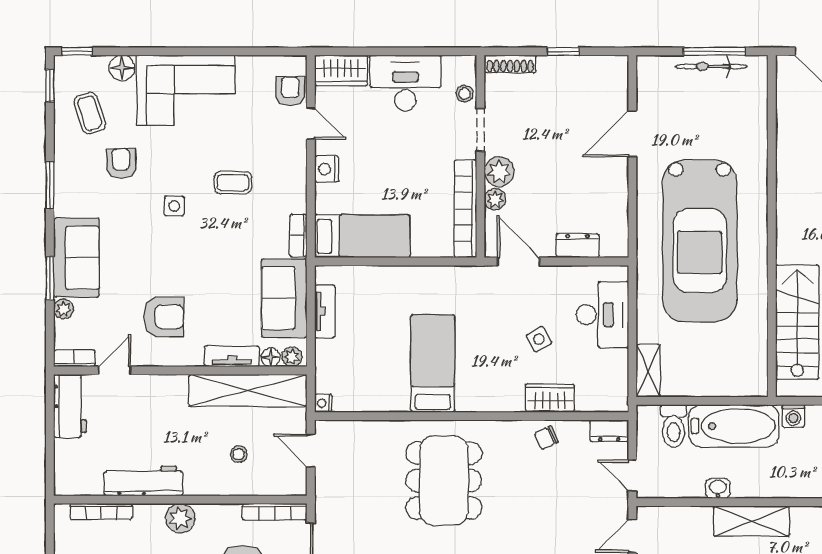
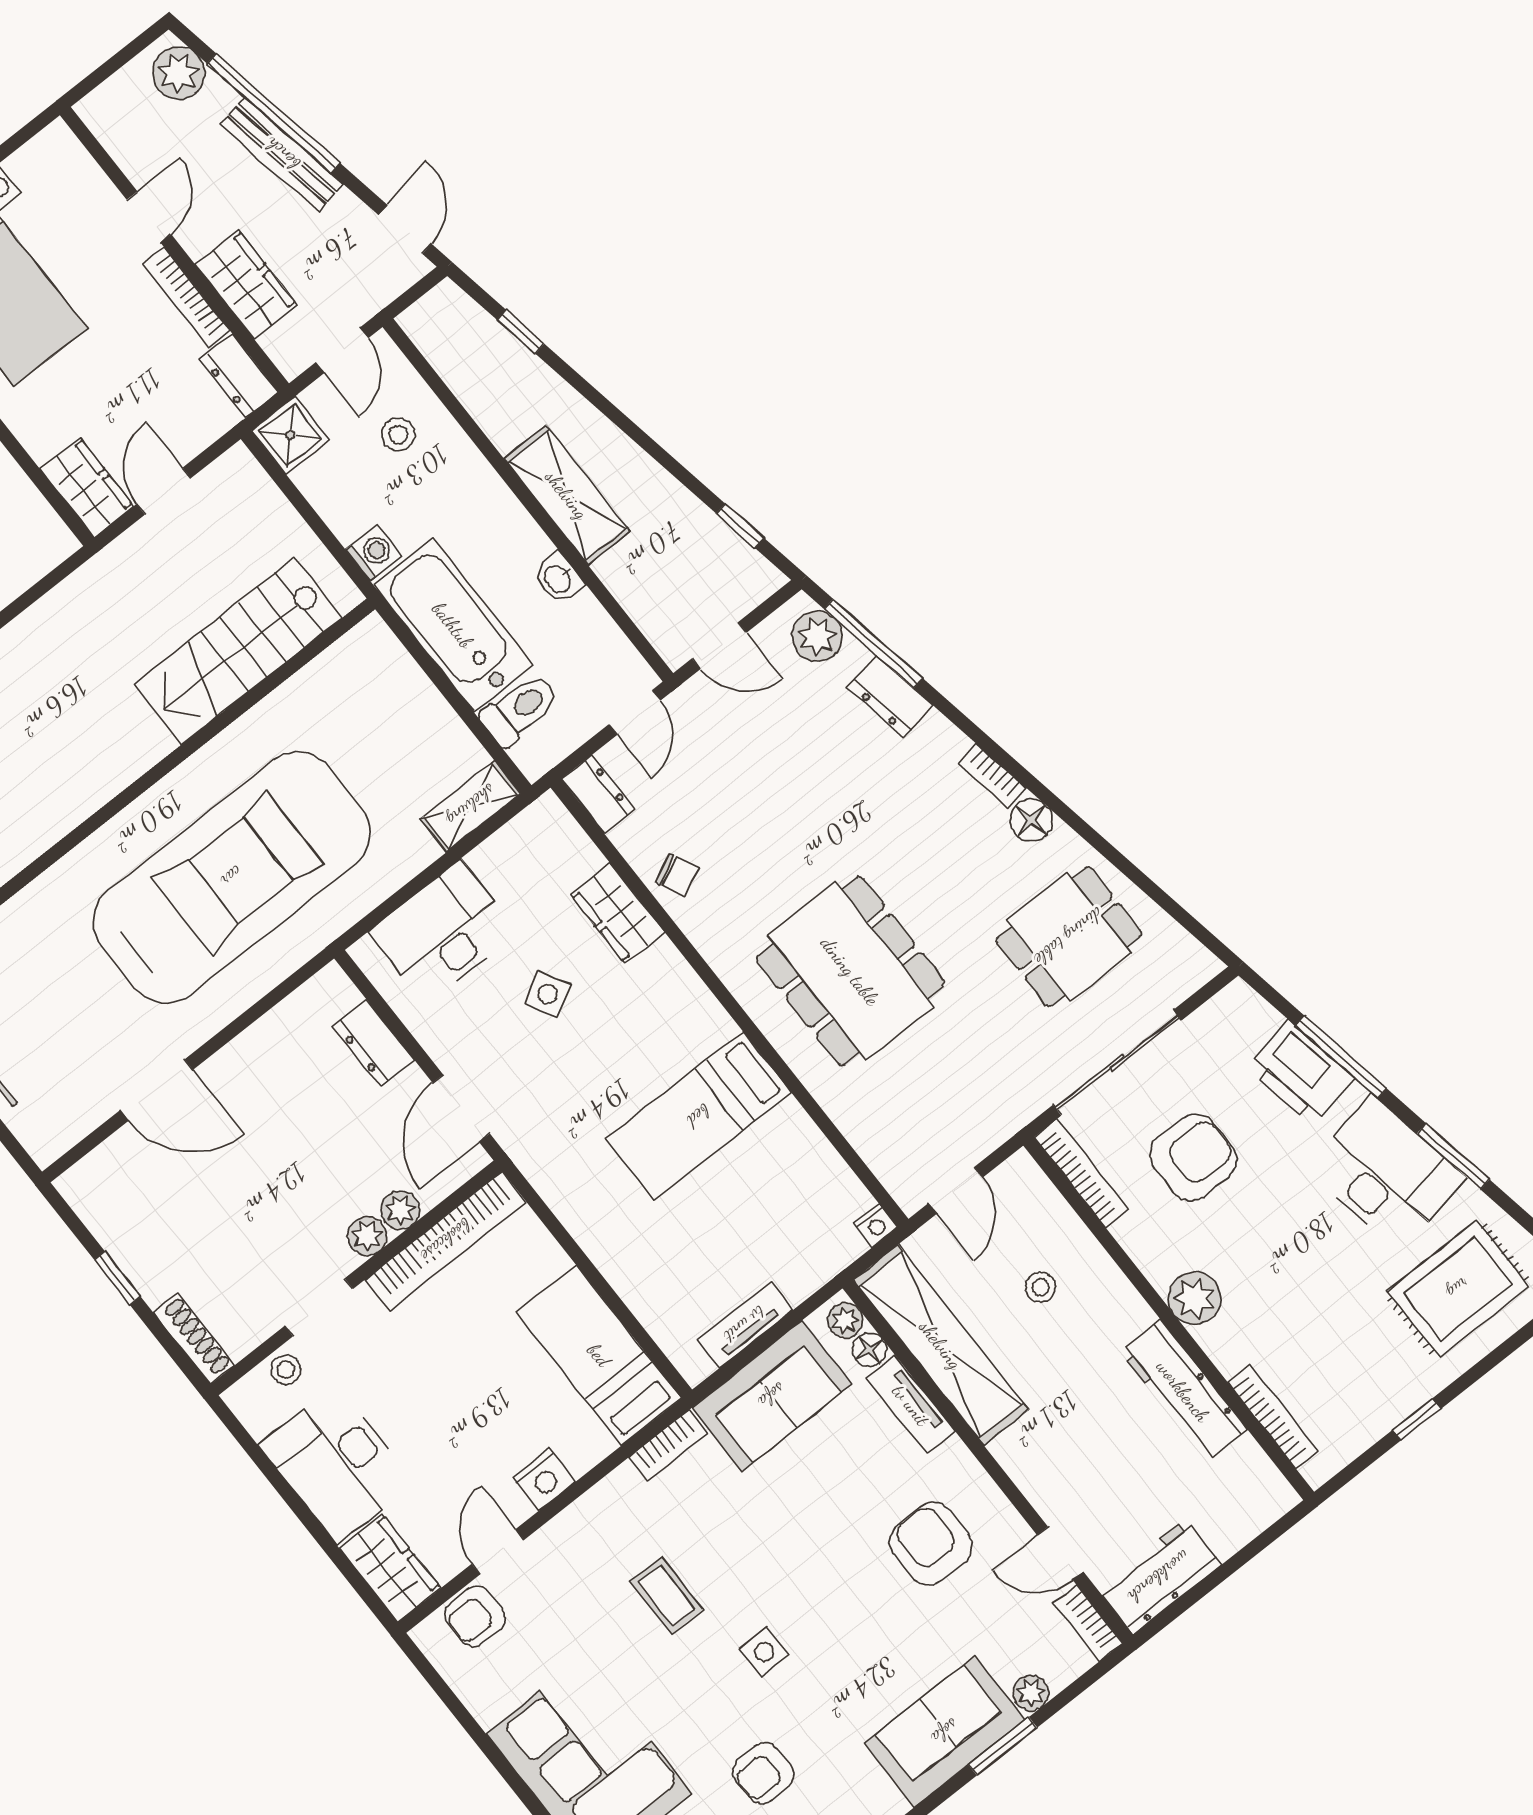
plant: (499, 172) -> (367, 1236), width x0.73, depth x0.73
dining table: (444, 481) -> (850, 971), turned 90

